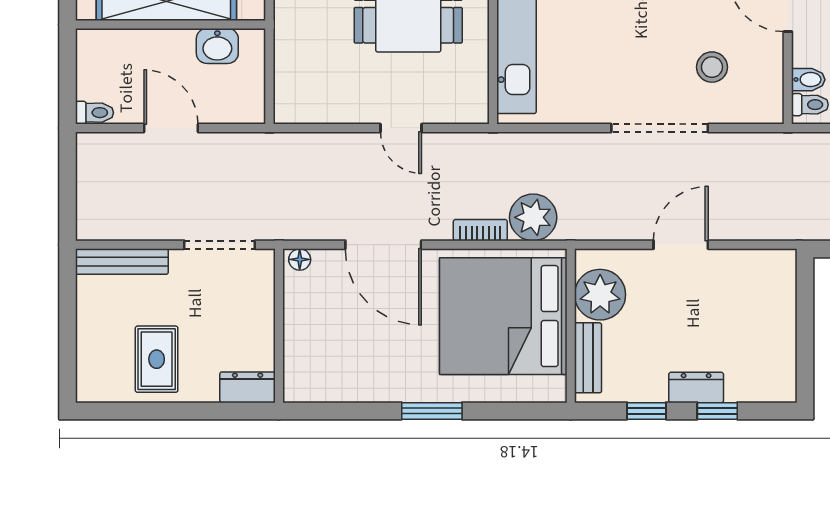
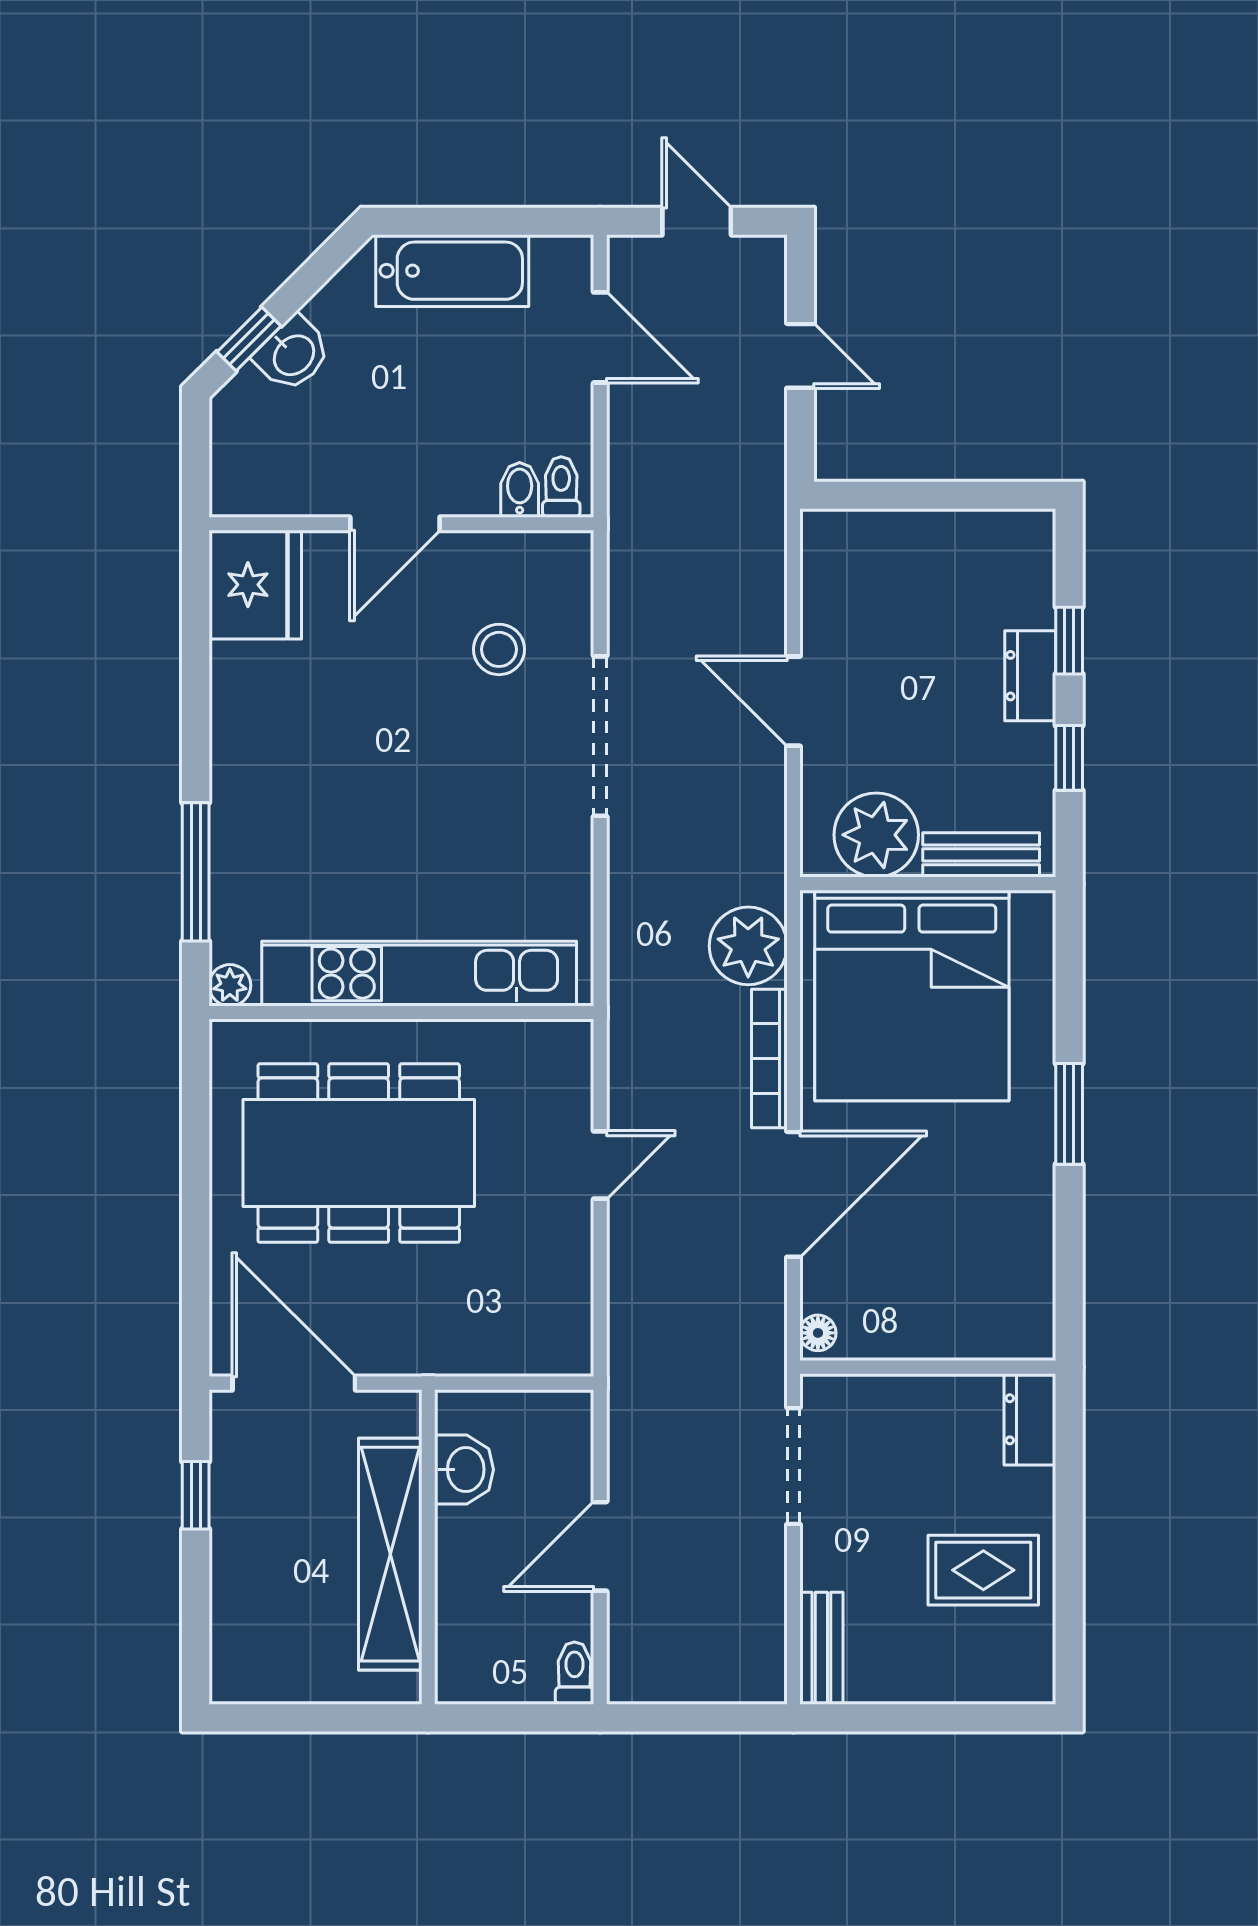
bookcase: (480, 230) -> (769, 1059), width x1.56
bench: (122, 262) -> (821, 1648), width x0.73

